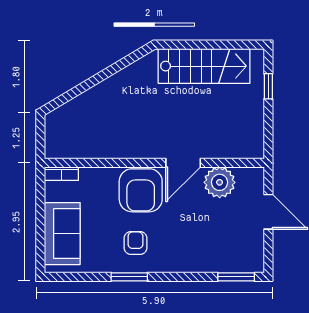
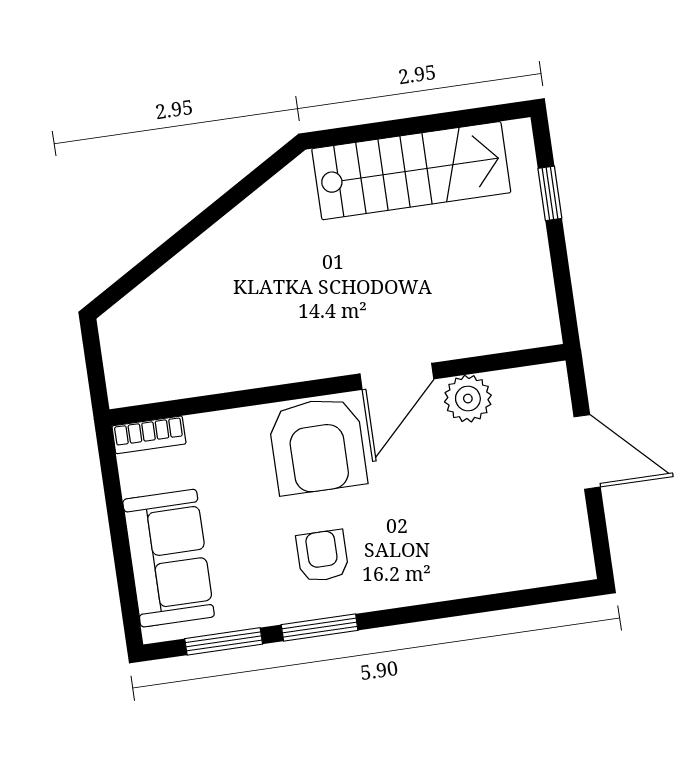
plant: (220, 182) -> (468, 399), width x0.73, depth x0.73
window: (236, 277) -> (224, 641), moved

